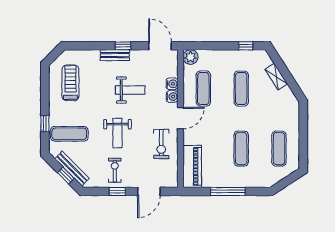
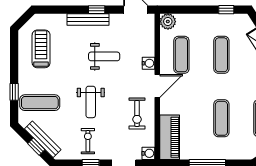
bench: (115, 55) -> (88, 19), width x1.36
water cooler: (172, 84) -> (148, 153), moved

